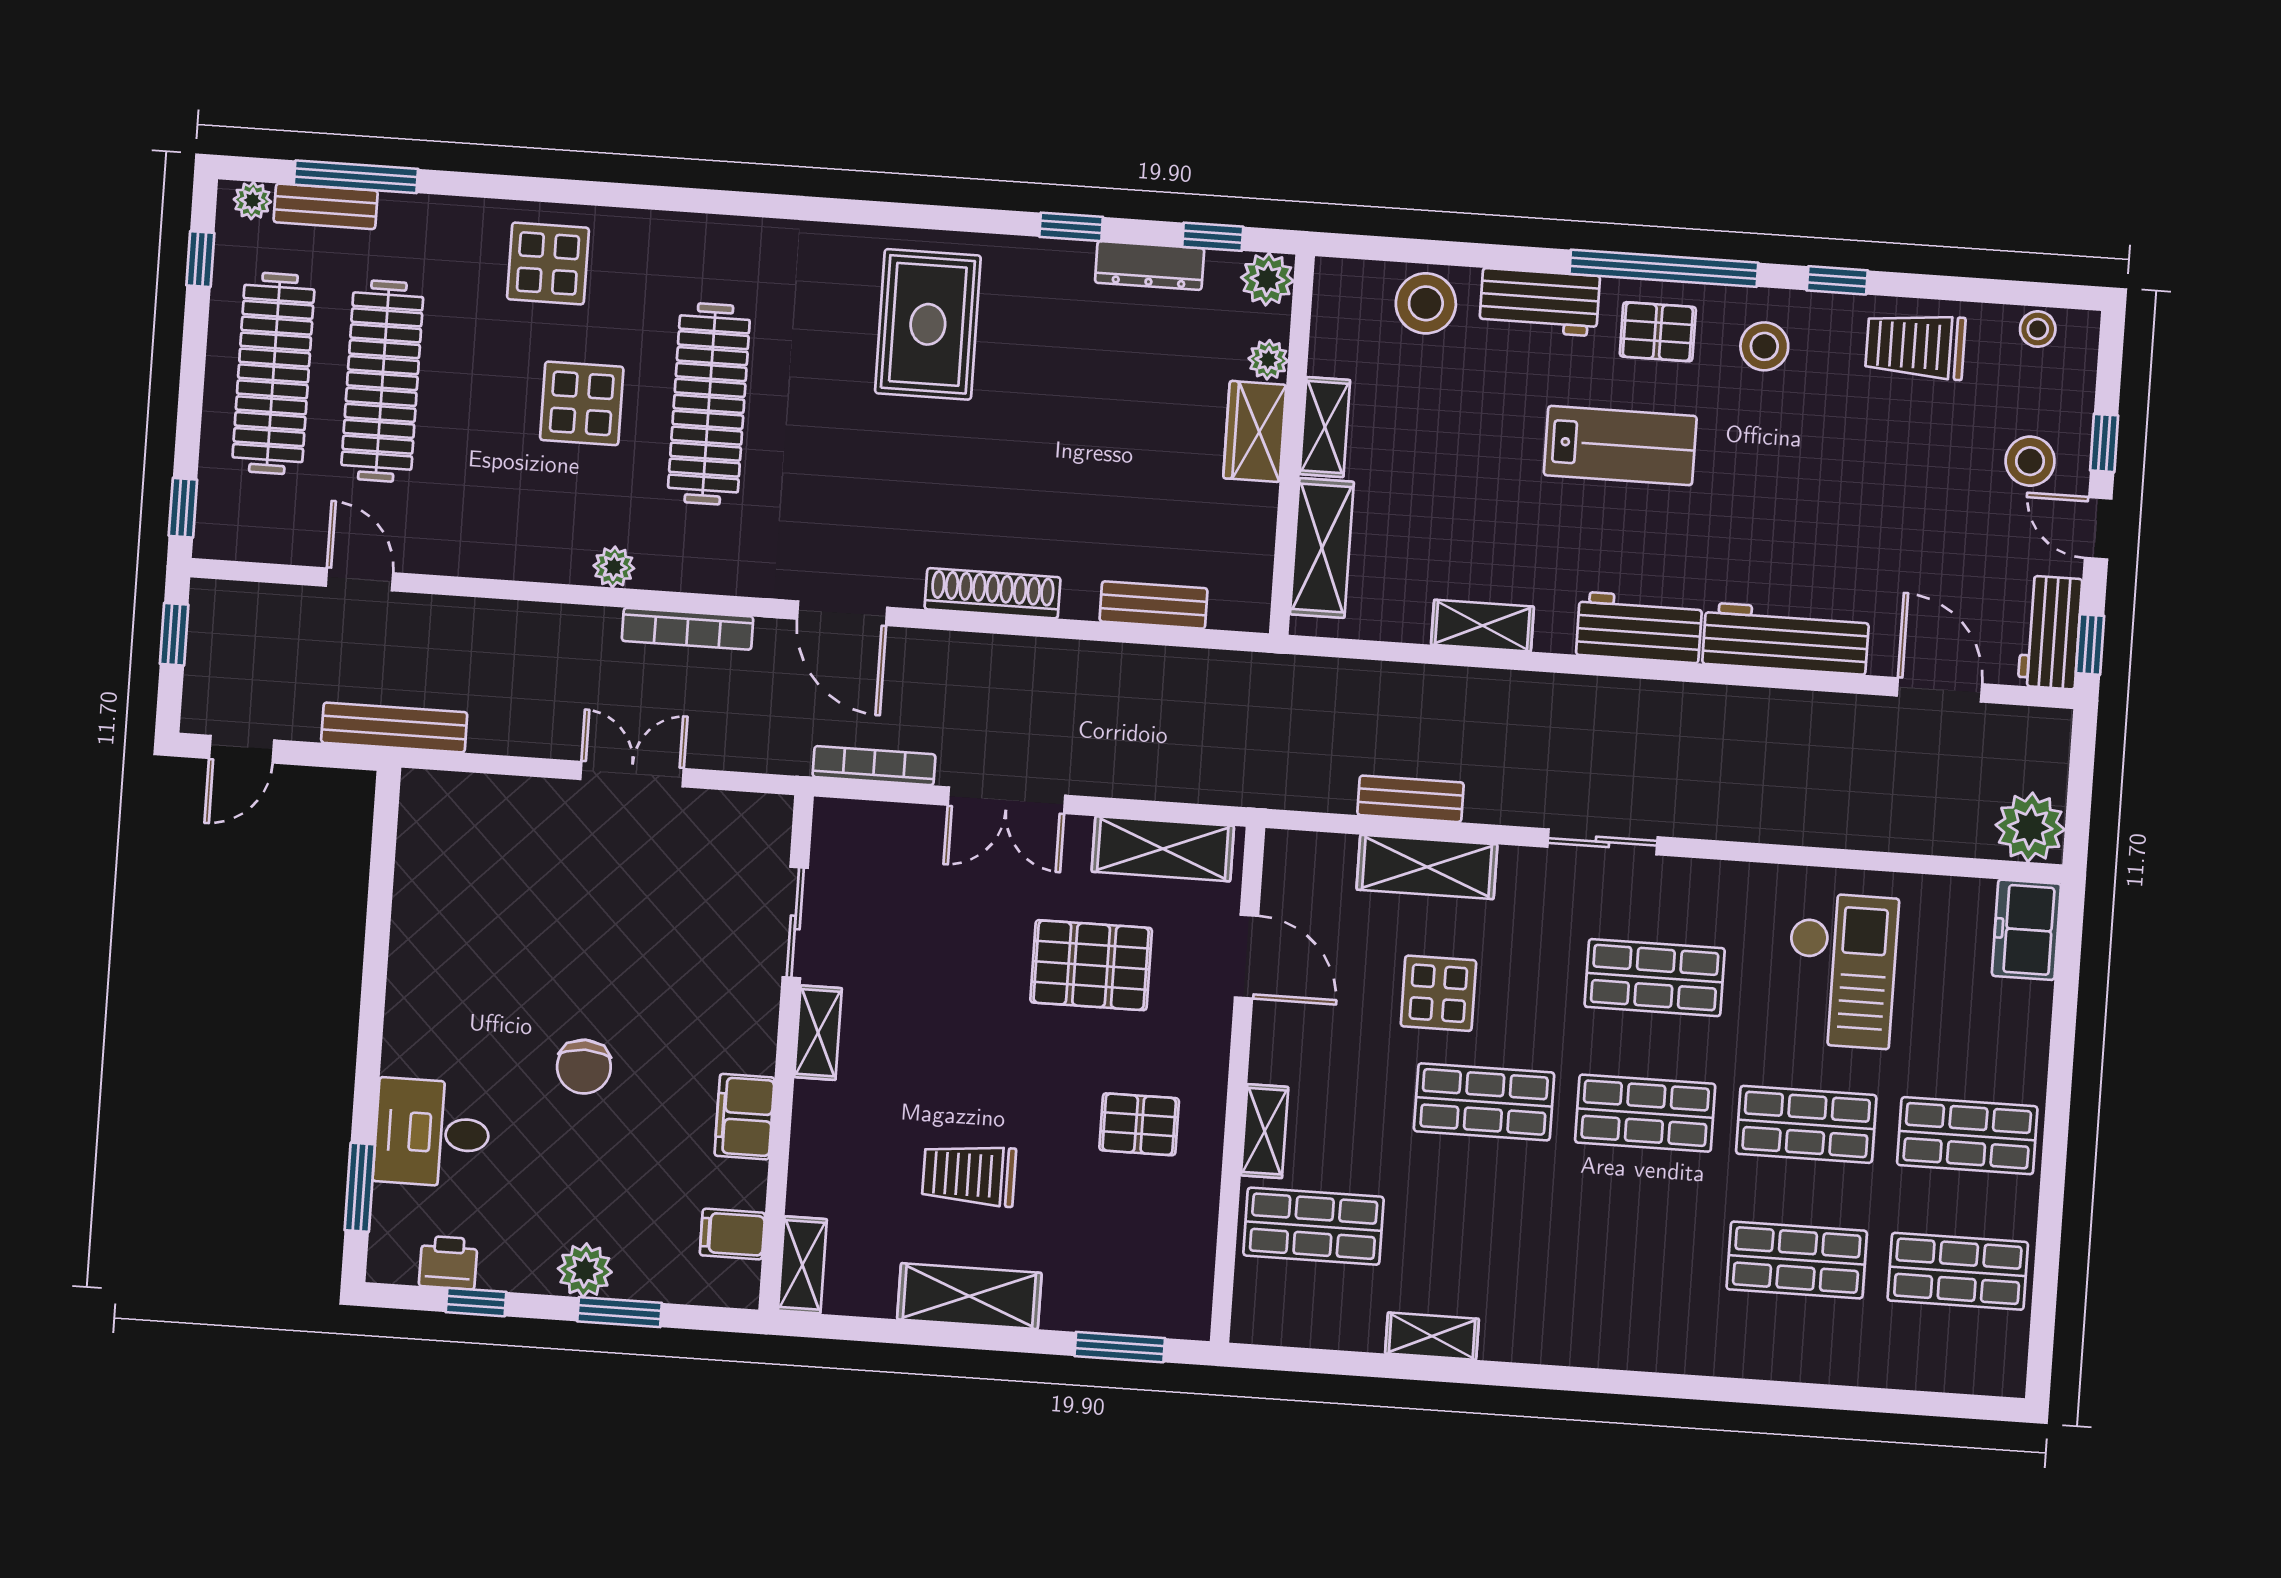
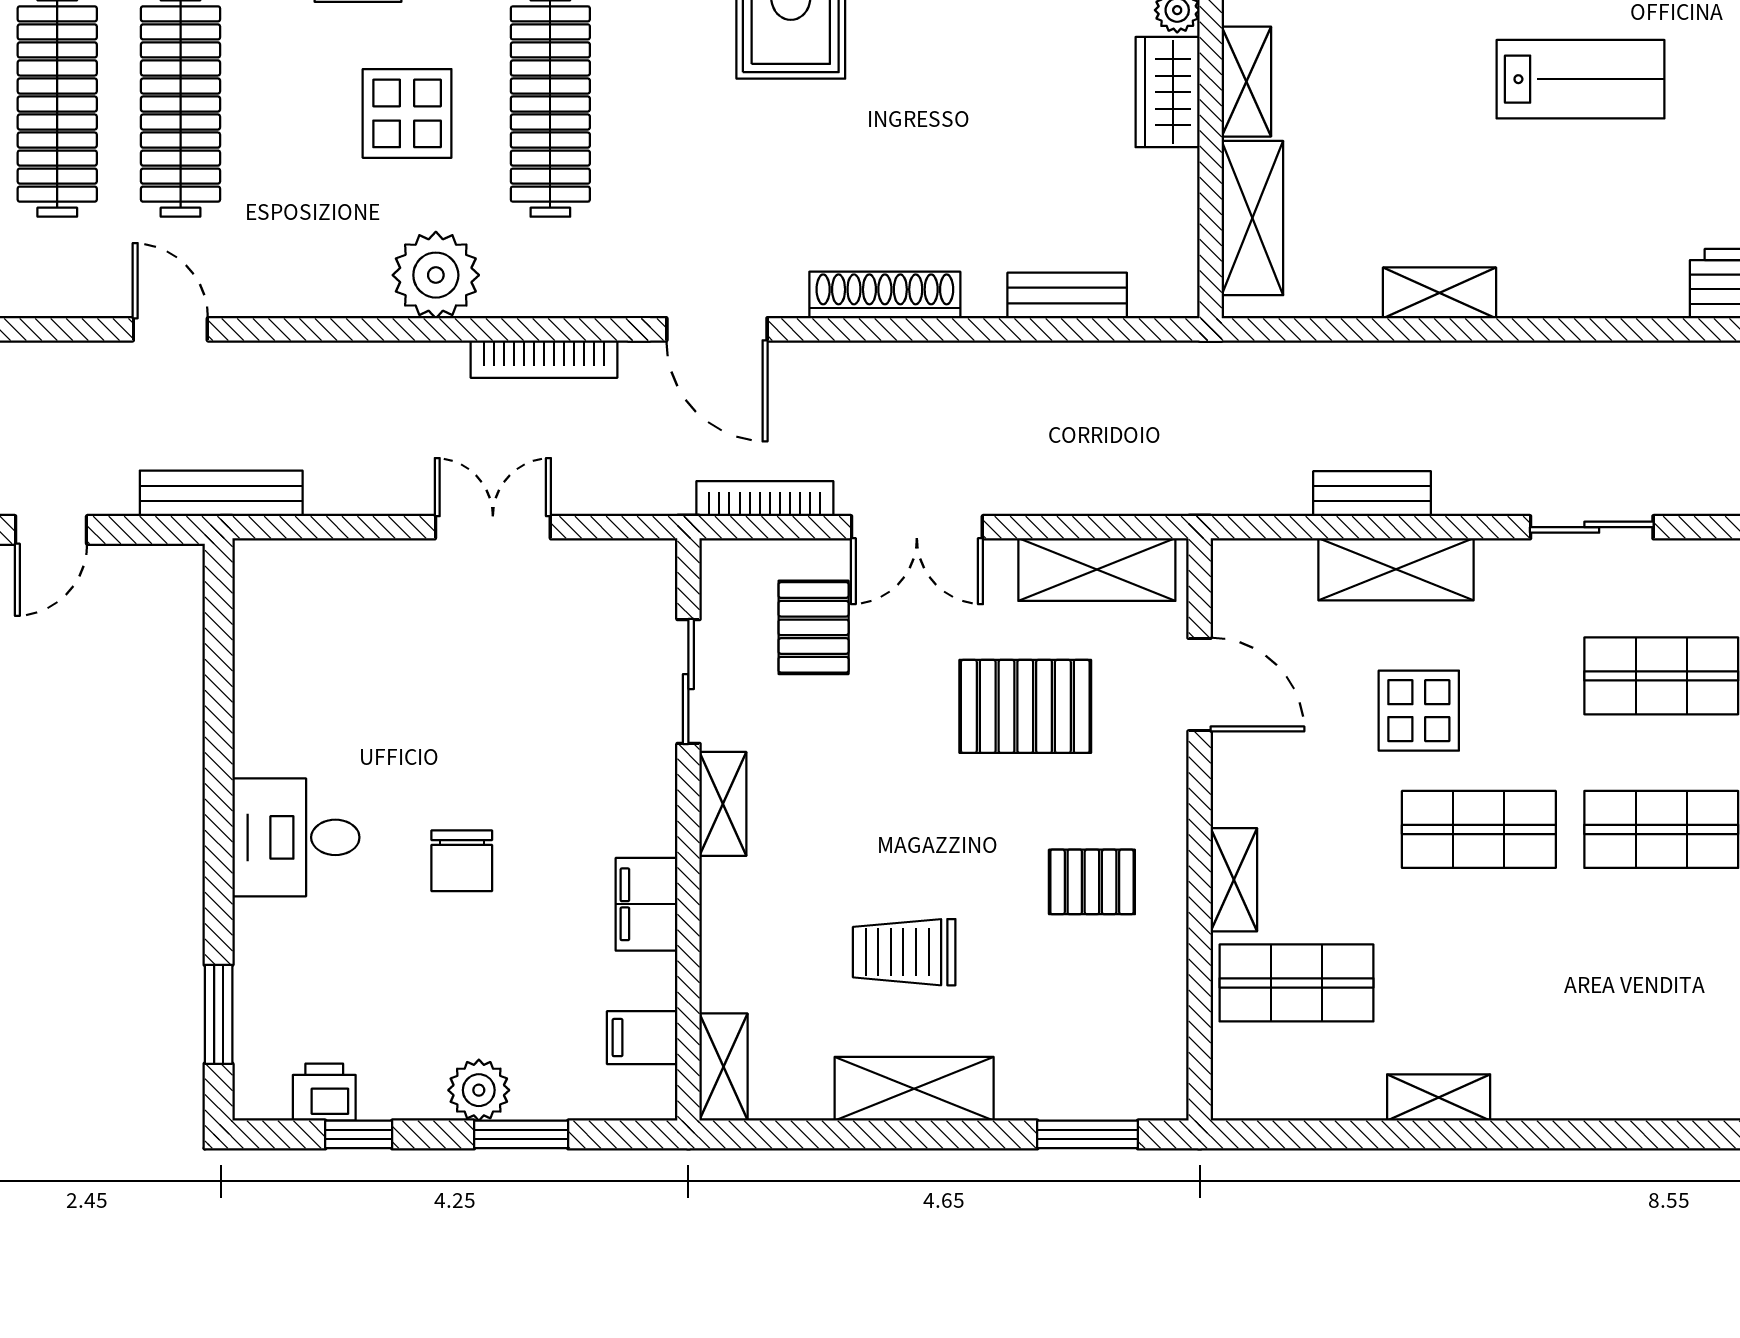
plant: (614, 567) -> (436, 275), width x1.88, depth x1.88
workbench: (1639, 627) -> (1616, 283), removed
pallet: (909, 882) -> (814, 627), added
desk: (432, 1133) -> (296, 837), moved

